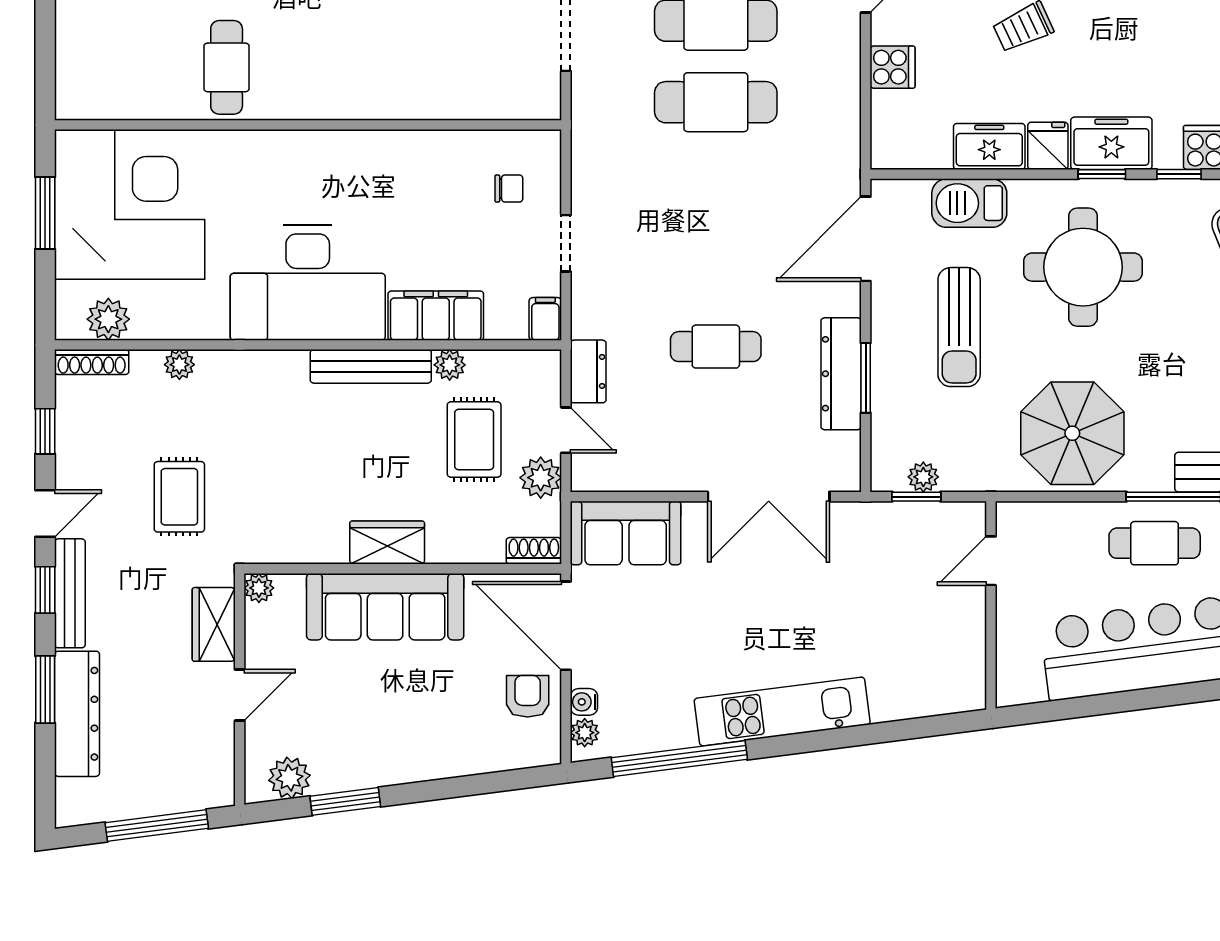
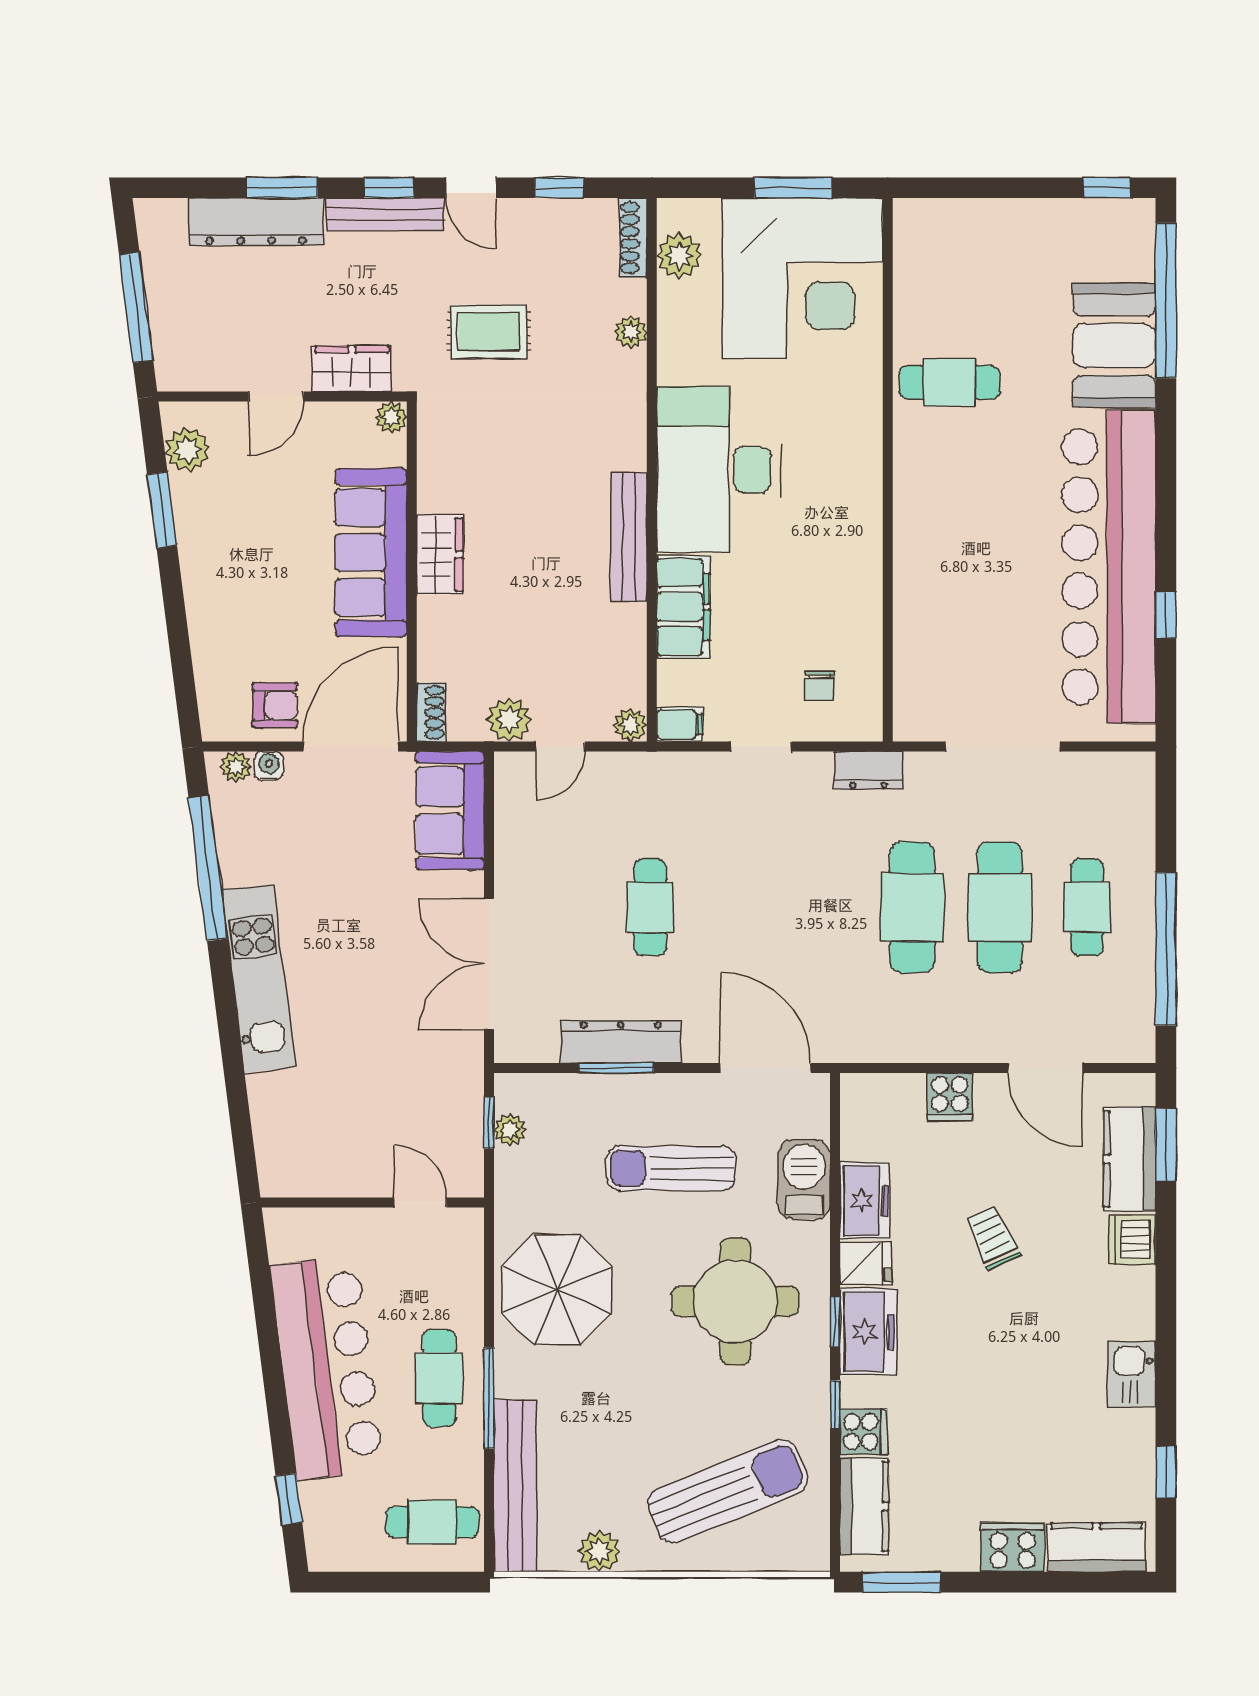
plant: (450, 365) -> (630, 725), moved
dresser: (588, 371) -> (868, 770), moved
rug: (474, 440) -> (550, 648), removed
door: (240, 695) -> (276, 397), hinge flipped

